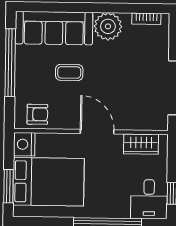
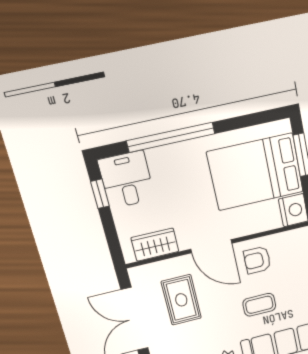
rug: (132, 94) -> (181, 300), added
armchair: (37, 114) -> (257, 260), moved

